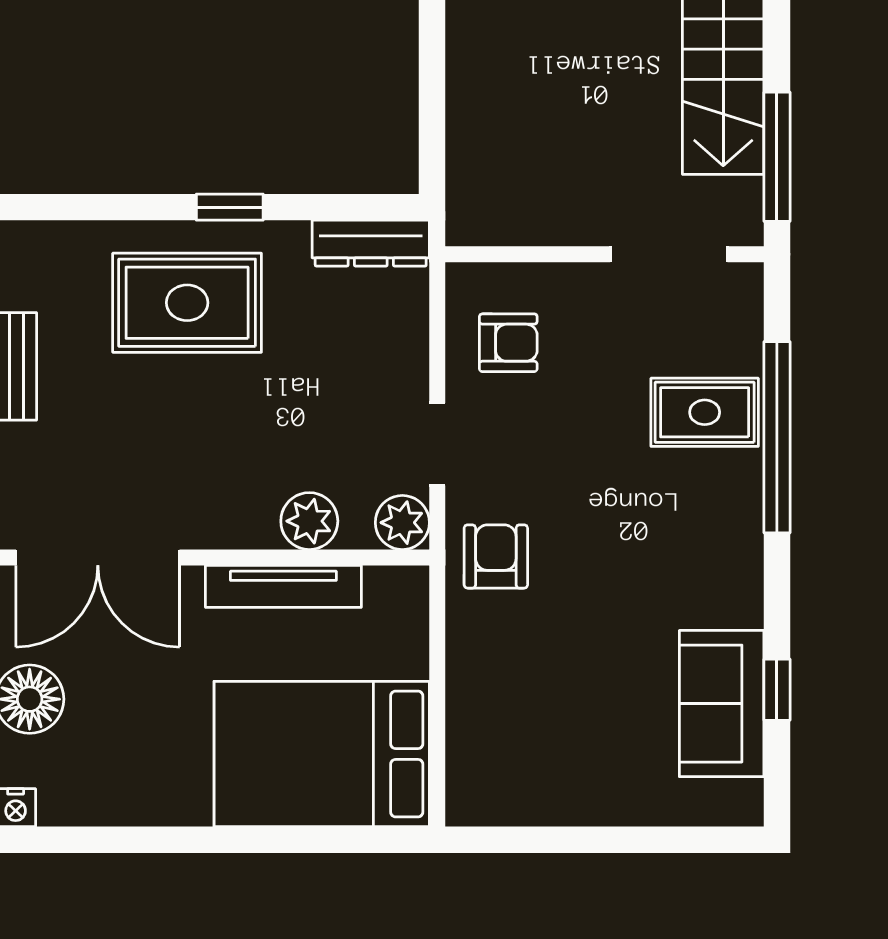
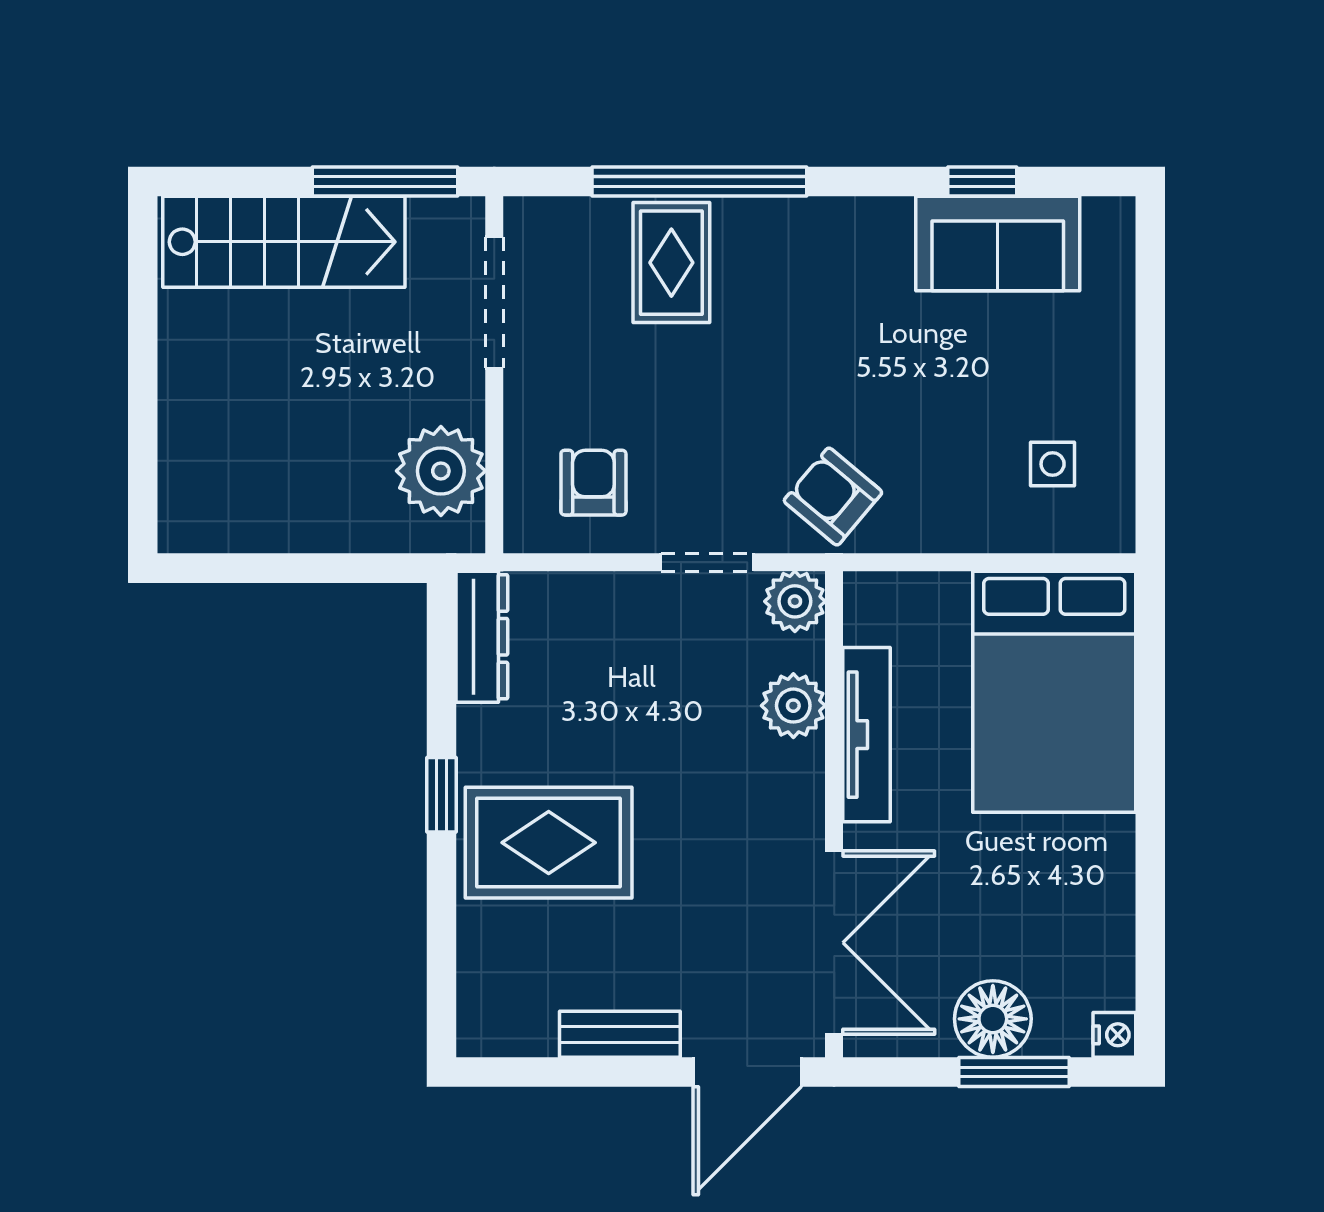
plant: (519, 207) -> (441, 471), added
rug: (187, 303) -> (549, 843), turned 90
armchair: (496, 556) -> (833, 497), turned 40
side table: (525, 752) -> (1053, 464), added

